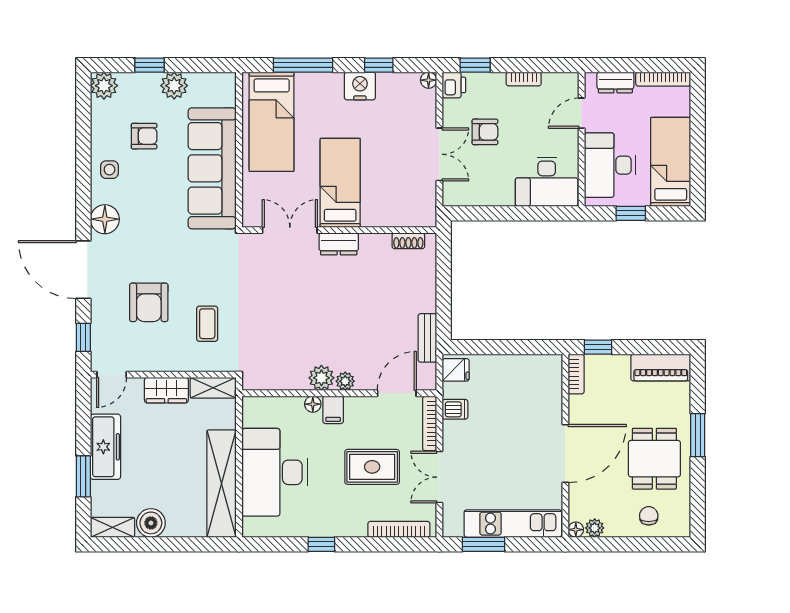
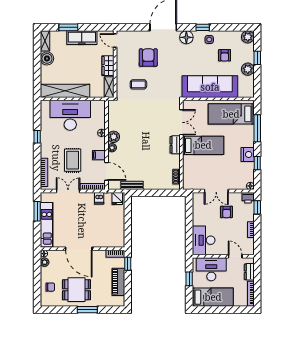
armchair: (149, 302) -> (148, 58), turned 90
window: (83, 337) -> (203, 27), moved
piano: (661, 367) -> (118, 282), moved
filing cabinet: (333, 410) -> (99, 155), moved

